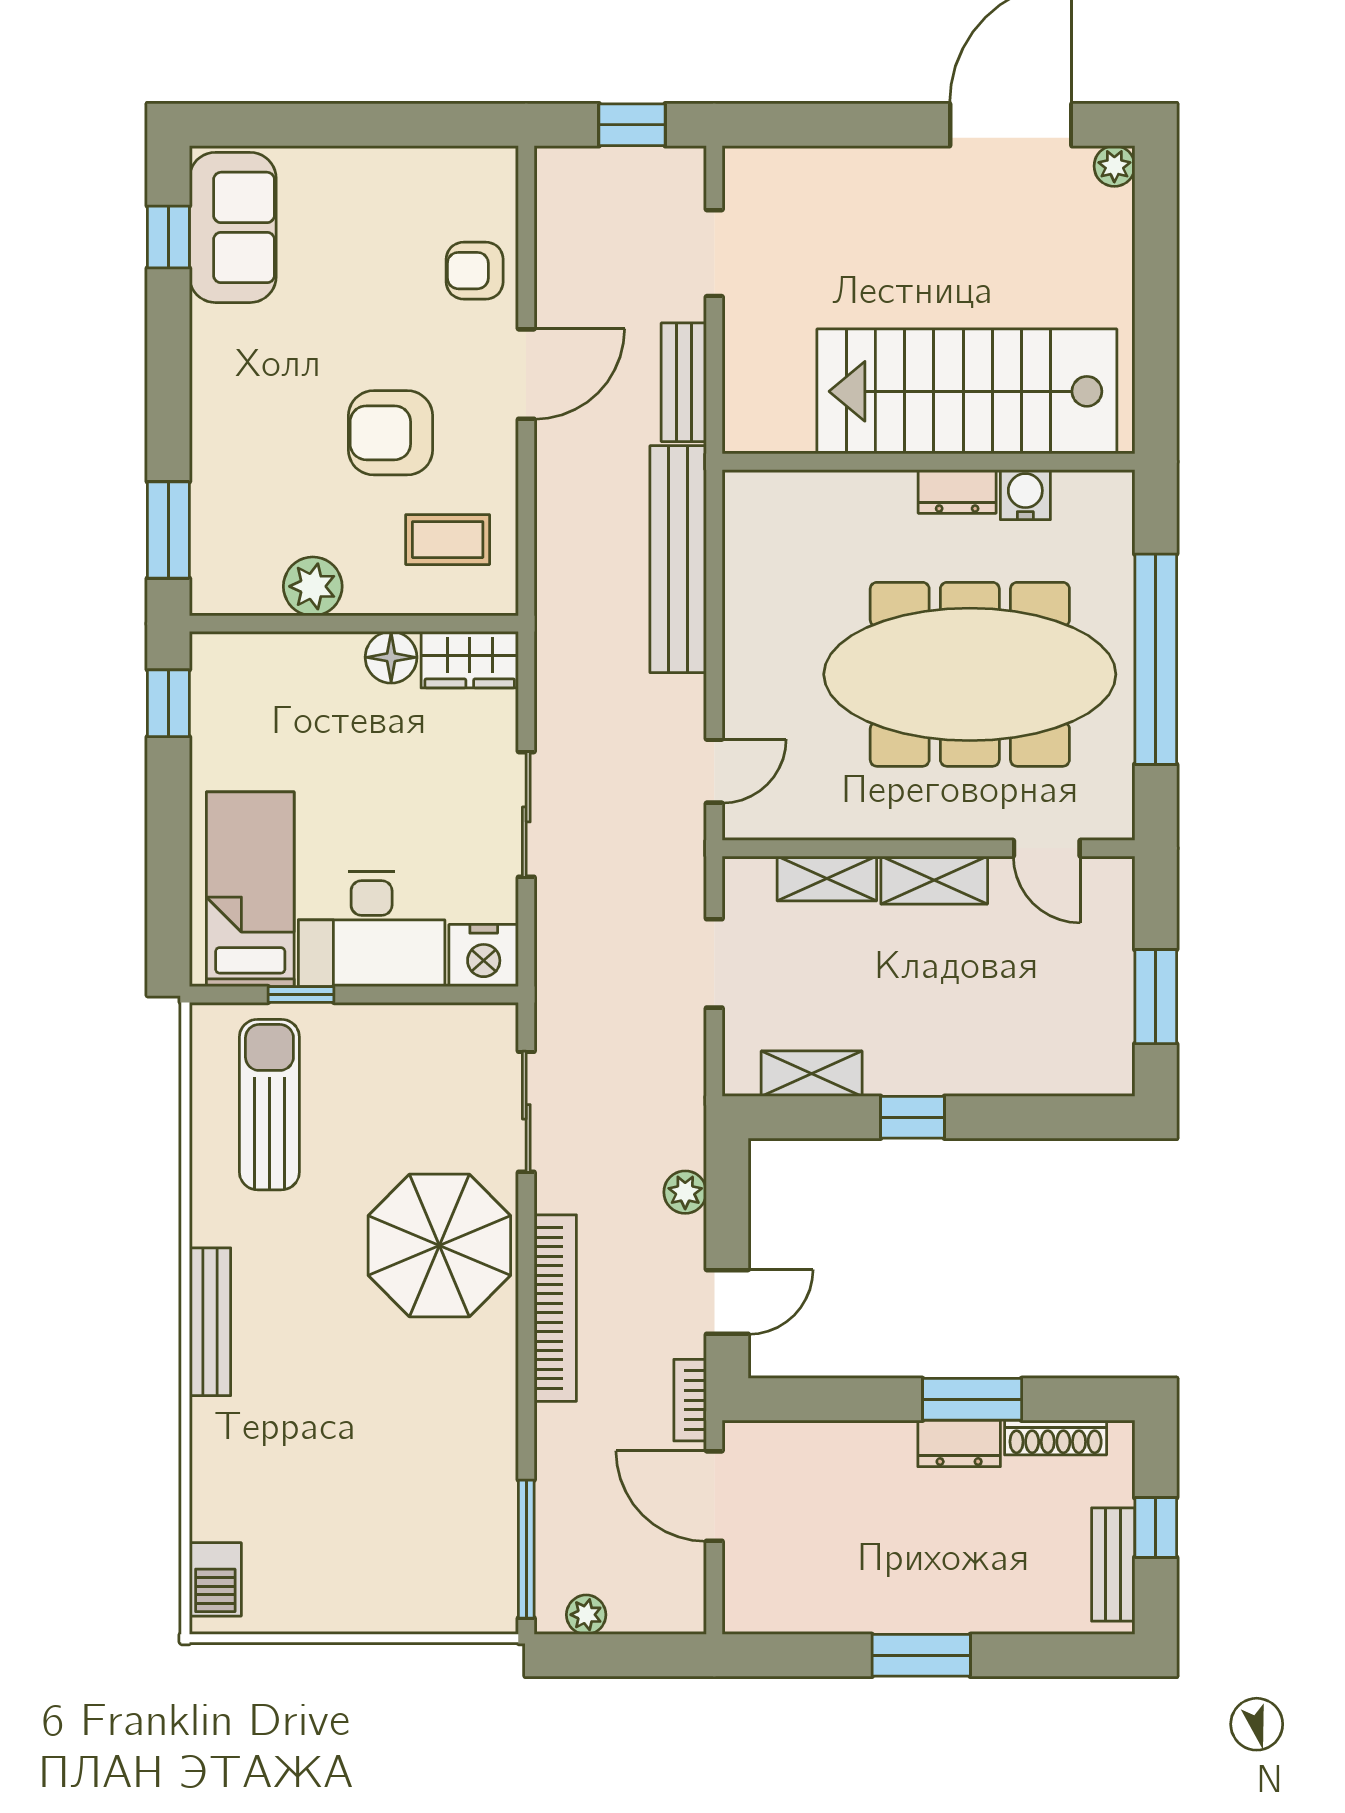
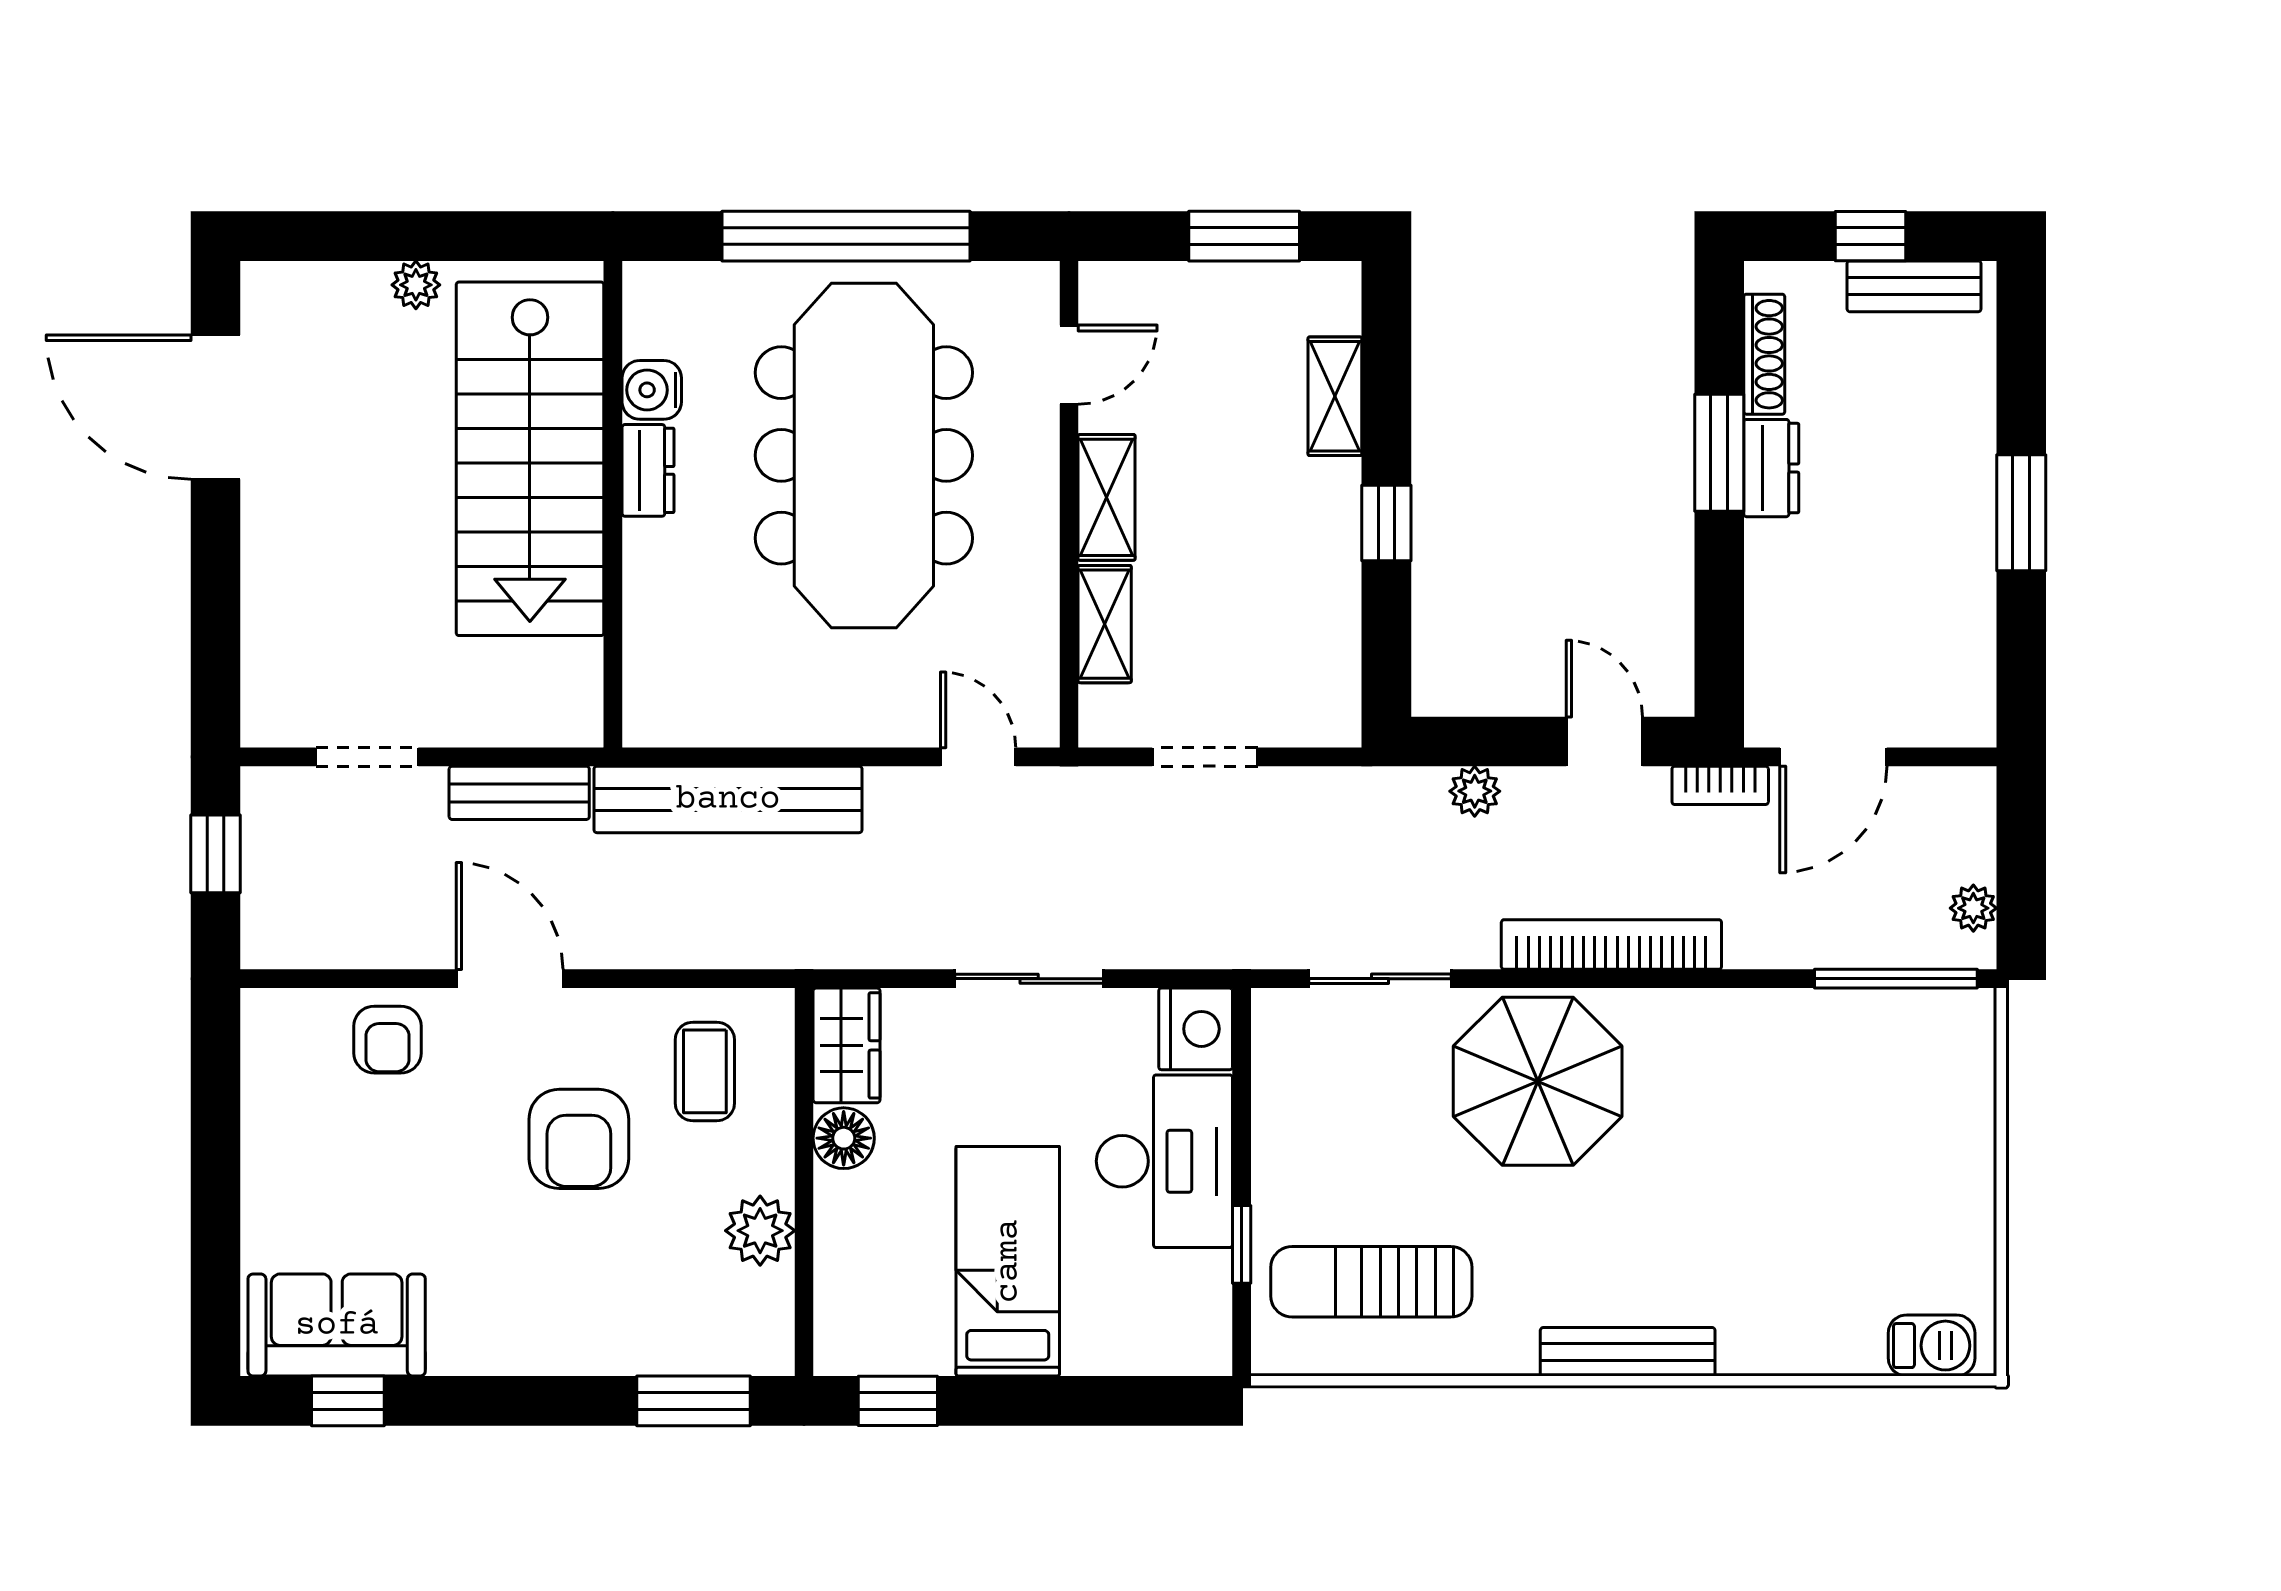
plant: (1114, 166) -> (416, 285), moved
bed: (250, 889) -> (1008, 1261), moved, turned 90
shelving: (812, 1074) -> (1335, 396), moved

